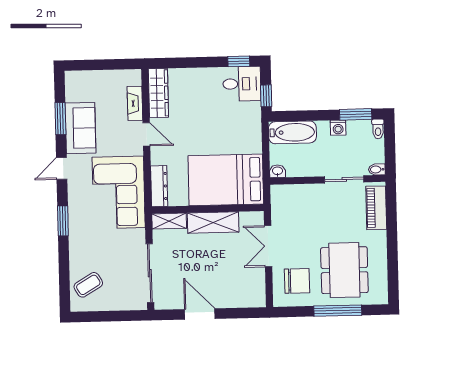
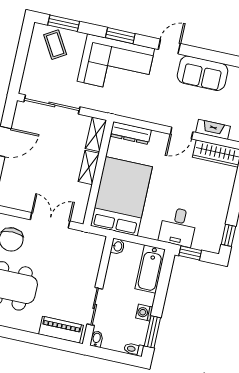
desk: (242, 84) -> (178, 227), moved
window: (60, 119) -> (64, 23), moved
door: (62, 168) -> (169, 46), hinge flipped
corner sofa: (119, 192) -> (116, 65), moved, turned 180
shelving: (213, 222) -> (89, 167), width x0.67, depth x0.75

